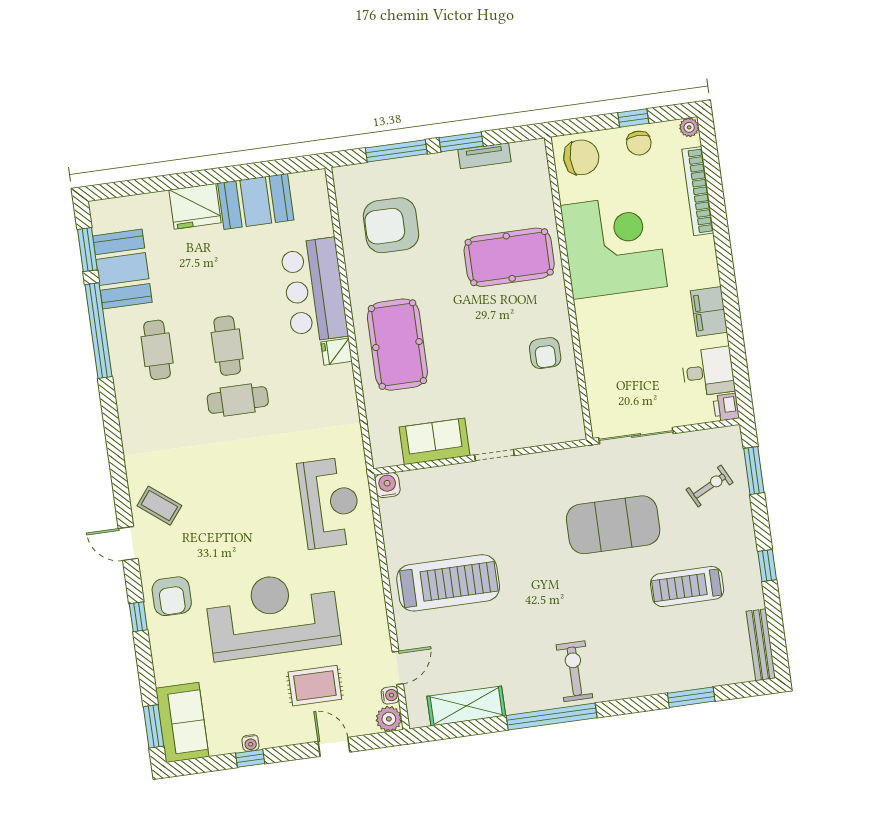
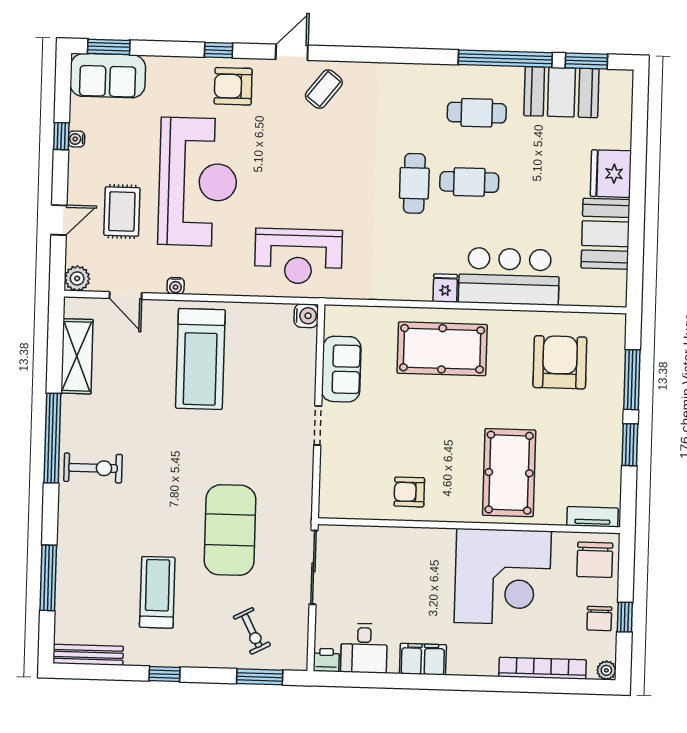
chair: (639, 143) -> (599, 618), turned -90
tv unit: (484, 156) -> (592, 517), moved, turned 90
water cooler: (390, 695) -> (176, 286), moved
window: (691, 697) -> (48, 578), width x1.44

